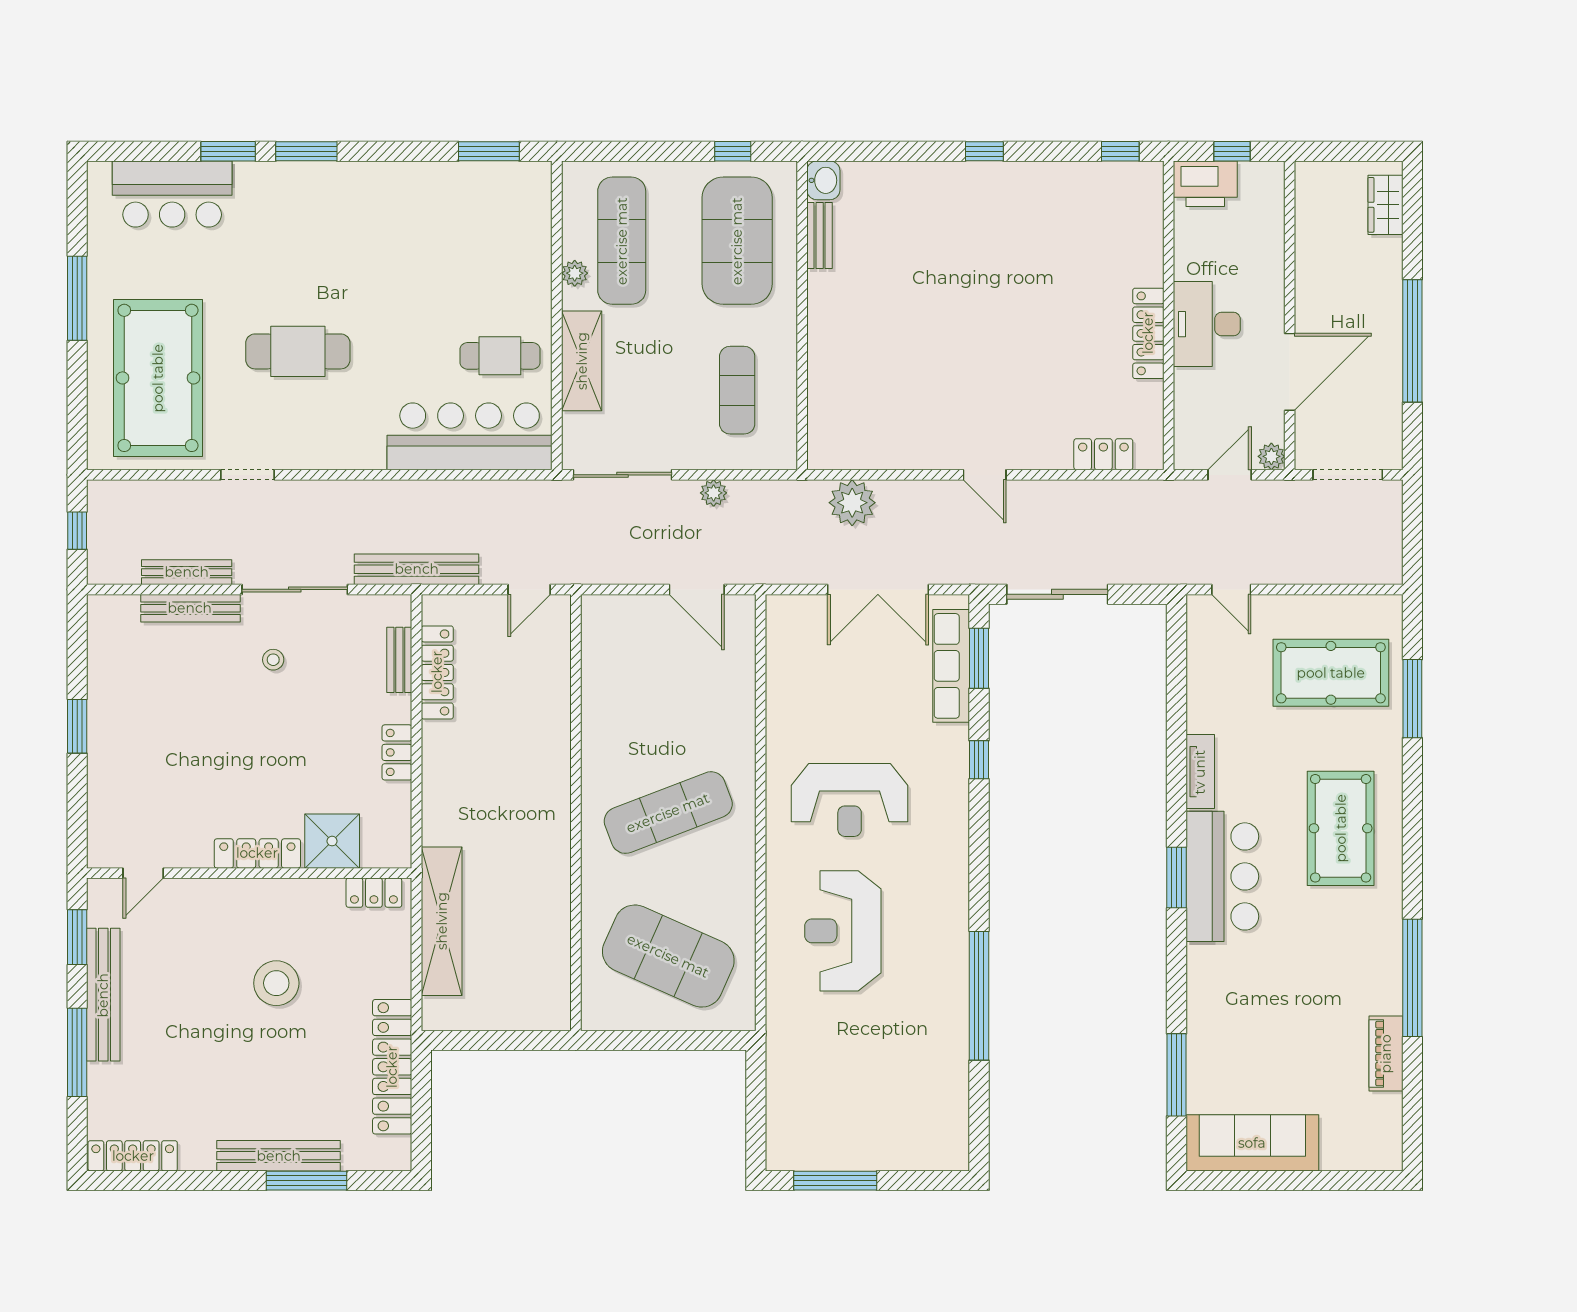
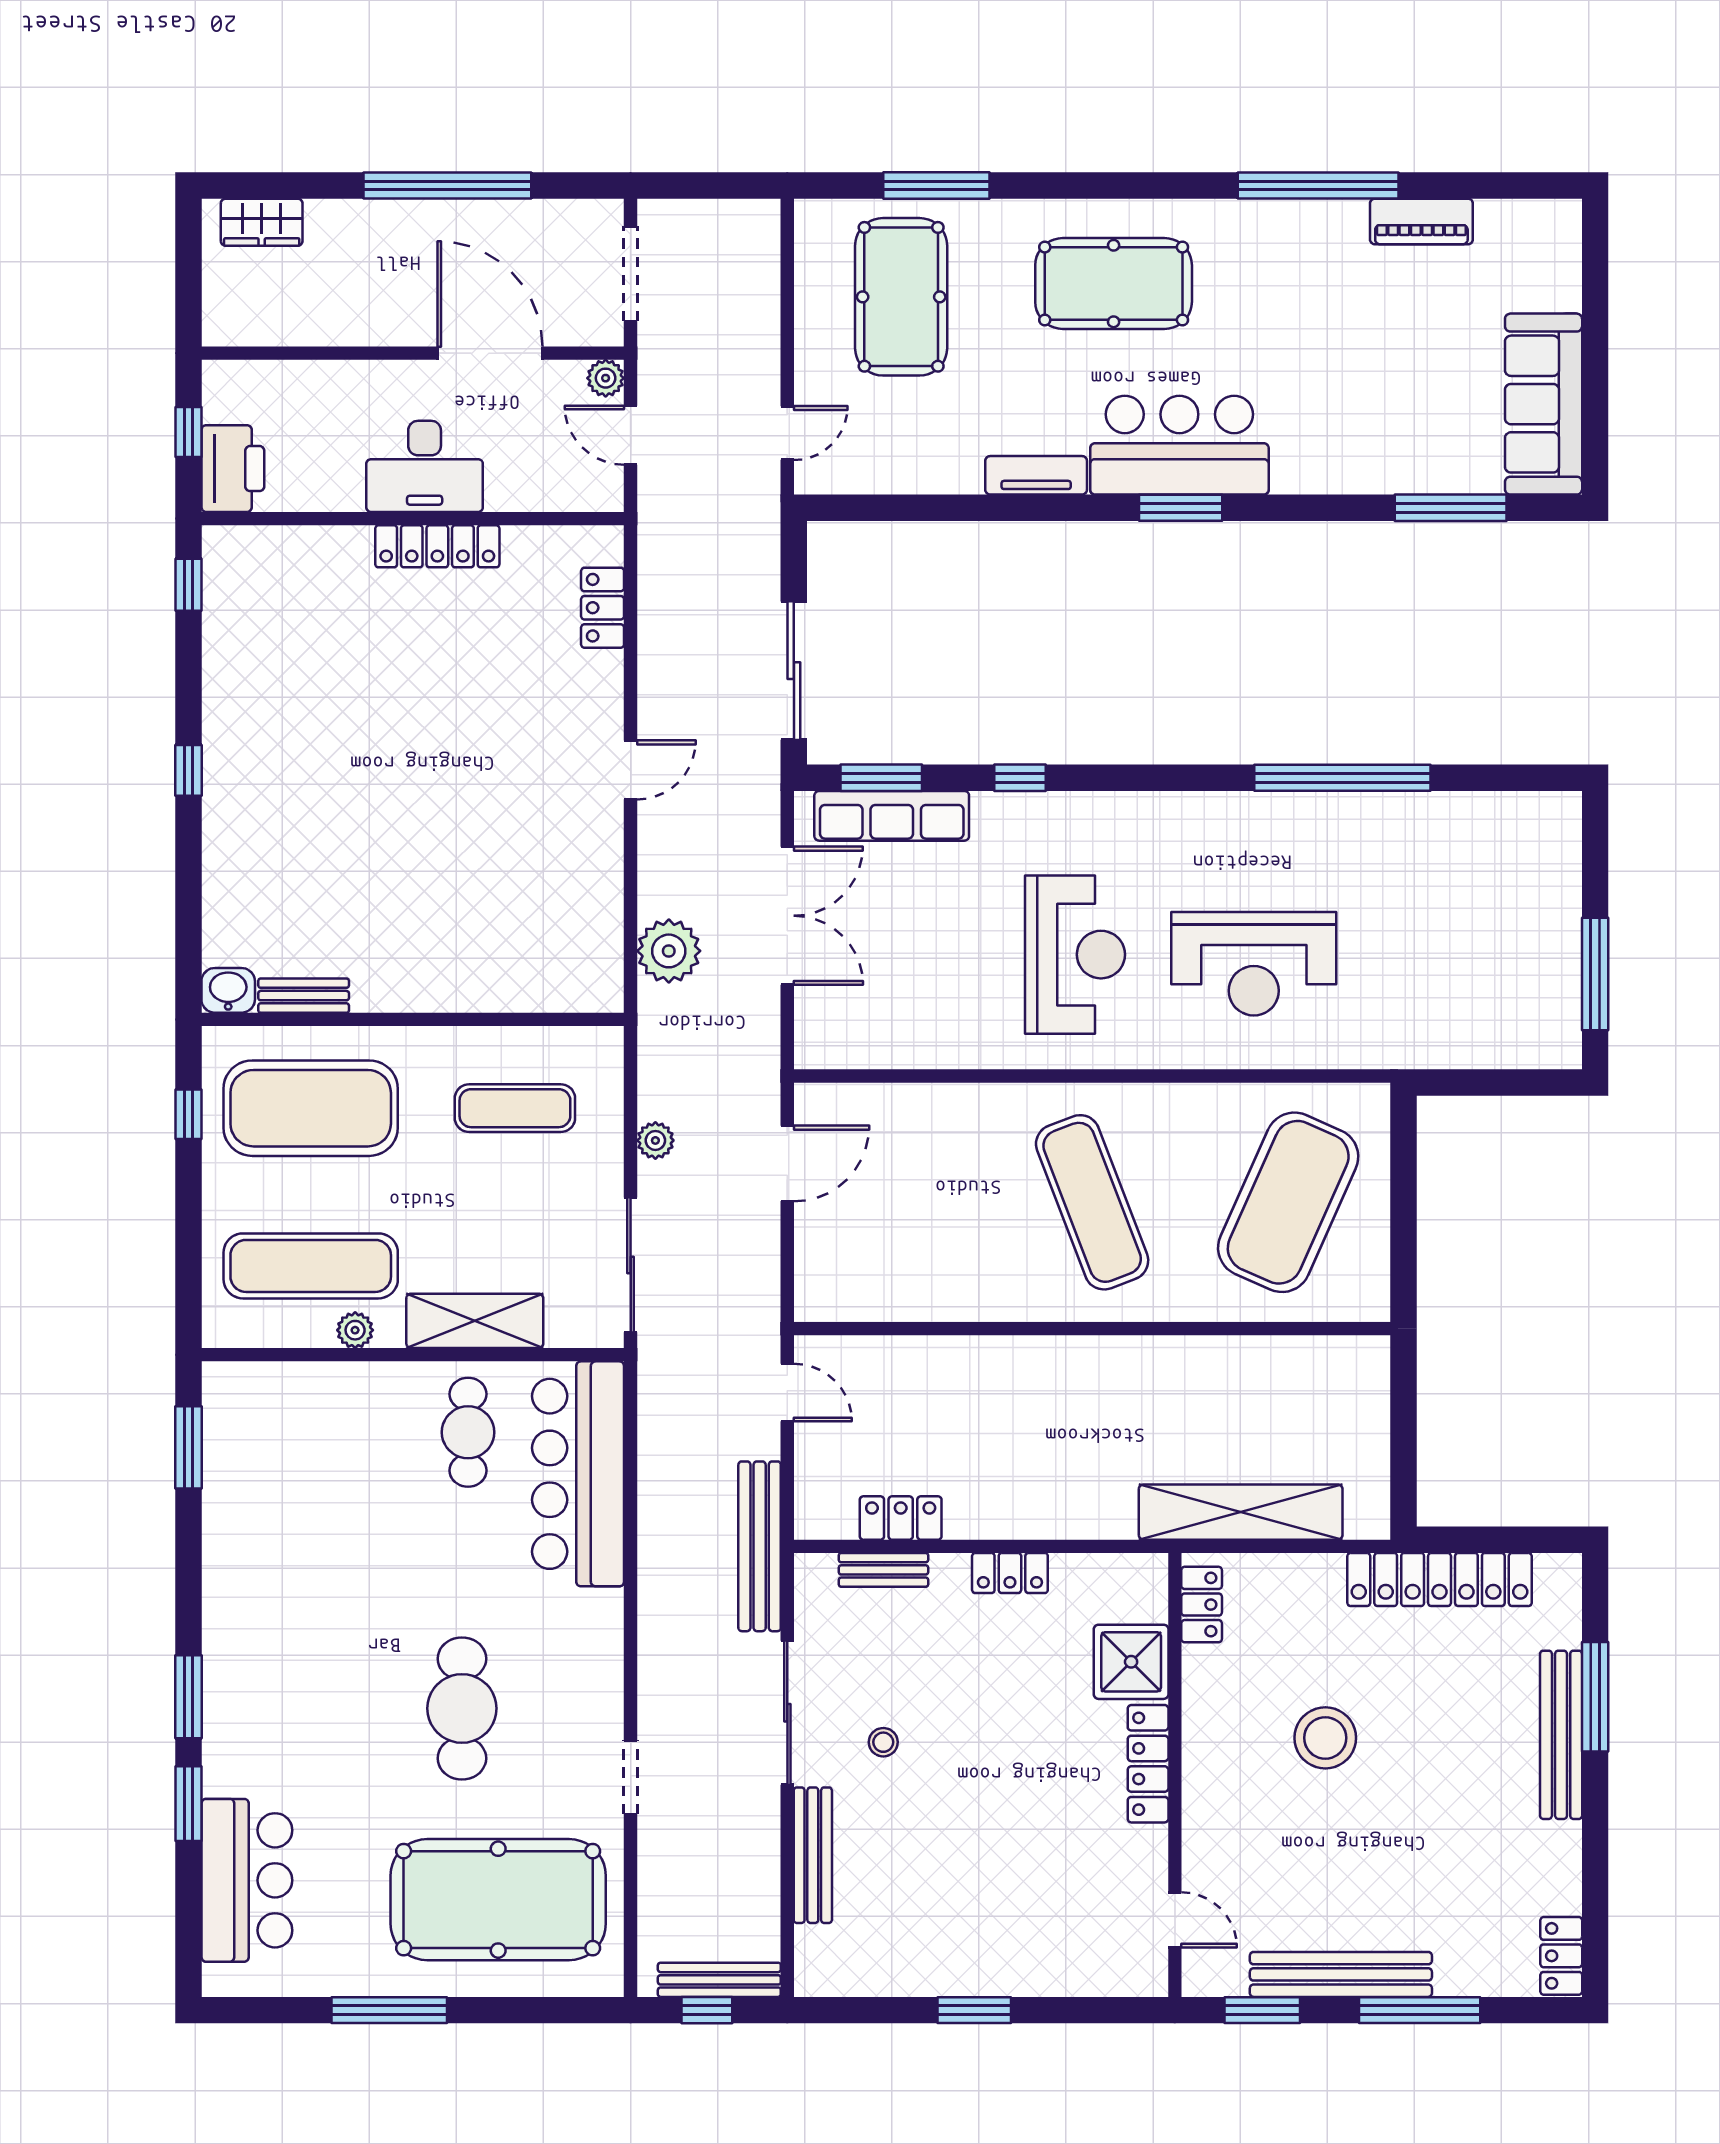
bench: (187, 572) -> (719, 1980), moved, turned 90
locker: (437, 672) -> (901, 1518), width x0.66
locker: (133, 1156) -> (1561, 1956), width x0.66

